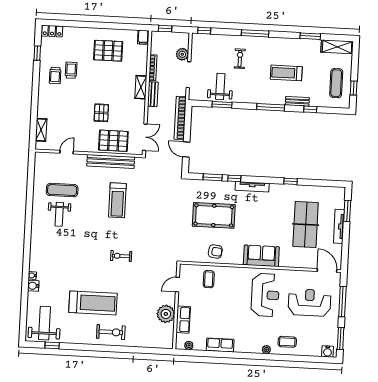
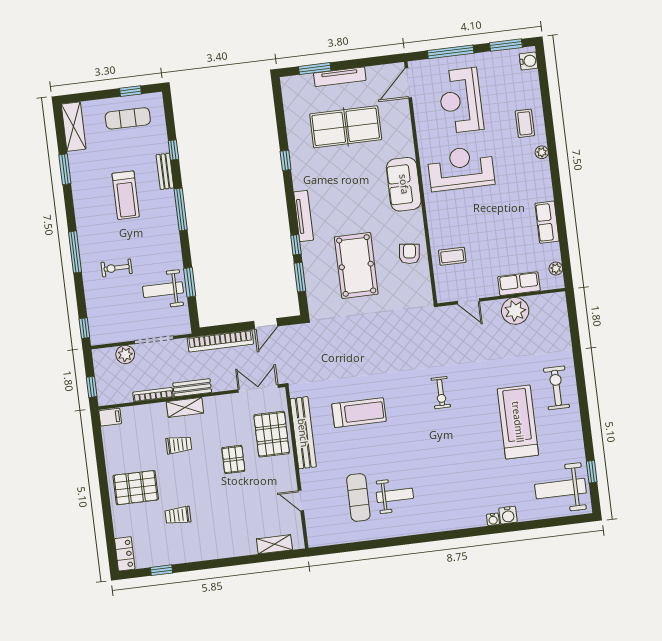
pallet: (108, 51) -> (136, 488), moved, turned 90
trolley: (55, 76) -> (179, 445), moved
pallet: (101, 113) -> (233, 459), turned 90

